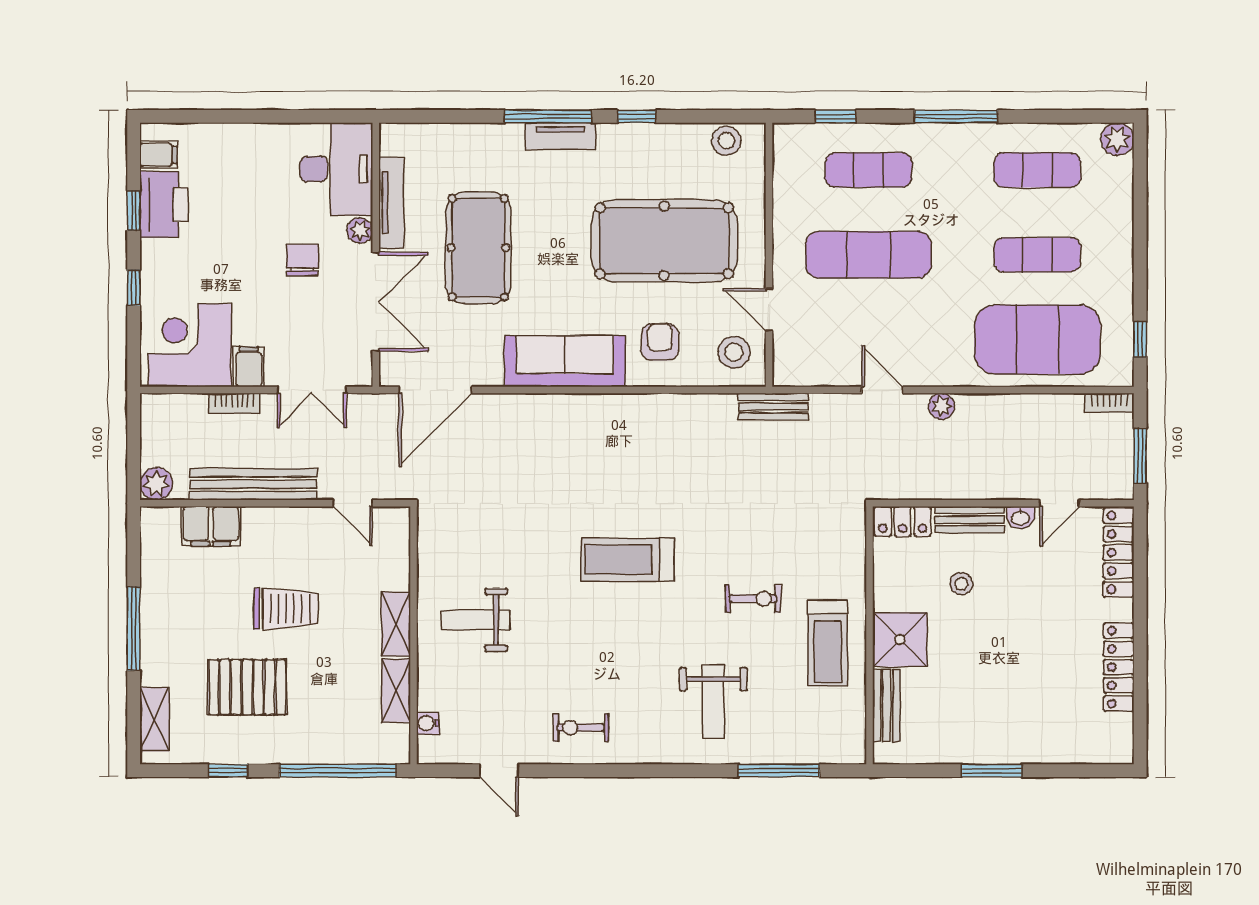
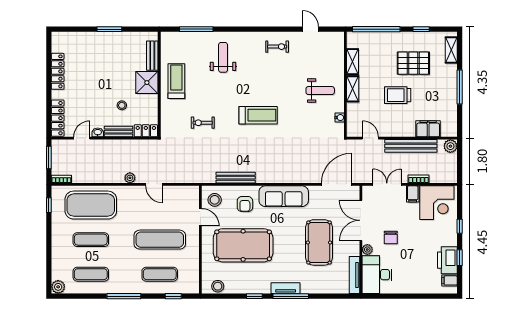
tv unit: (391, 203) -> (355, 275), moved
bench: (773, 407) -> (236, 178), moved, width x1.36
exercise bike: (753, 599) -> (203, 123), moved
water cooler: (428, 723) -> (340, 118), moved

